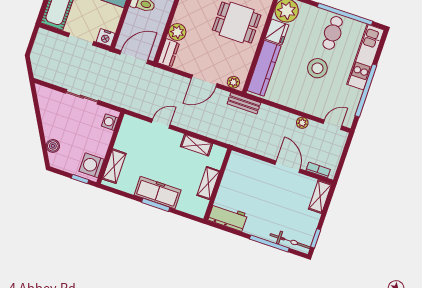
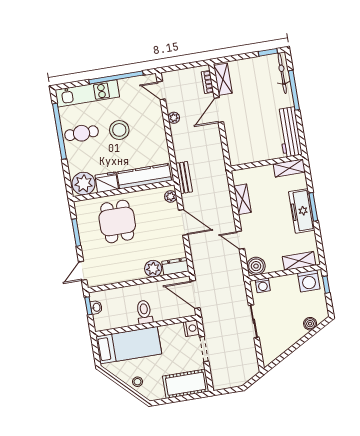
boiler: (130, 125) -> (256, 266), added
shelving: (208, 183) -> (289, 168), moved
shelving: (320, 197) -> (223, 79), moved, turned 90
workbench: (228, 217) -> (289, 132), width x1.38

